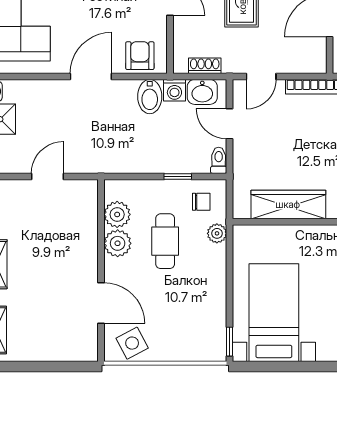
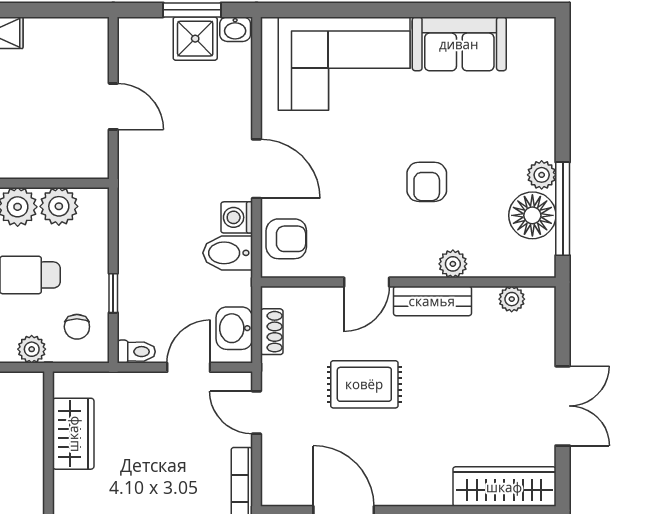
washing machine: (174, 90) -> (237, 217), moved
wardrobe: (288, 204) -> (73, 434), width x0.67

